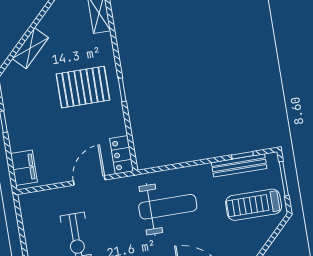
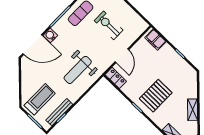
shelving: (30, 48) -> (193, 110), moved

